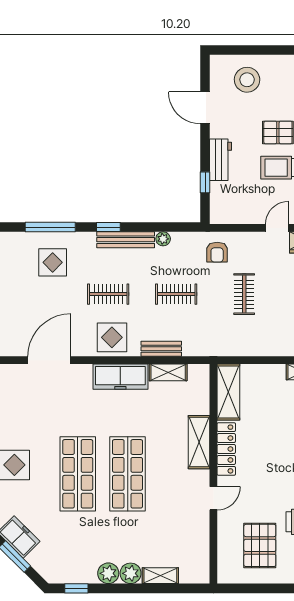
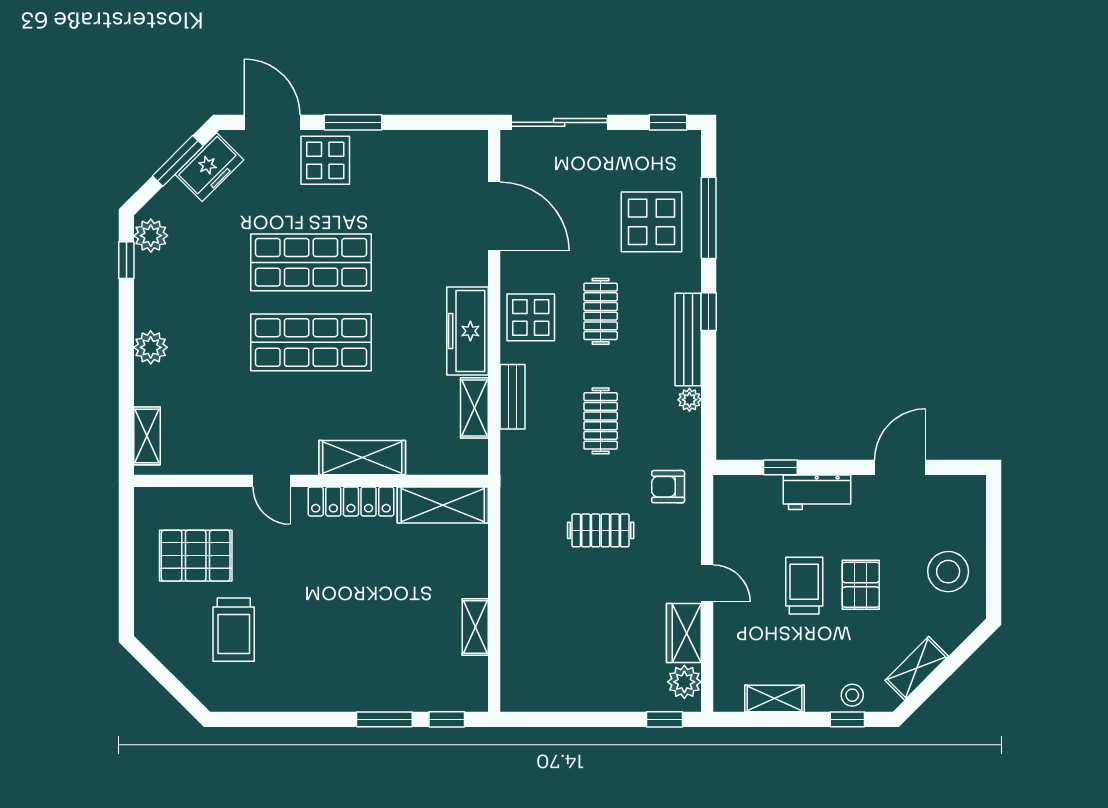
stool: (247, 80) -> (948, 572), moved
display table: (53, 262) -> (651, 222), width x1.36, depth x1.36
plant: (108, 573) -> (151, 236), moved
shelving: (160, 576) -> (147, 436), moved

